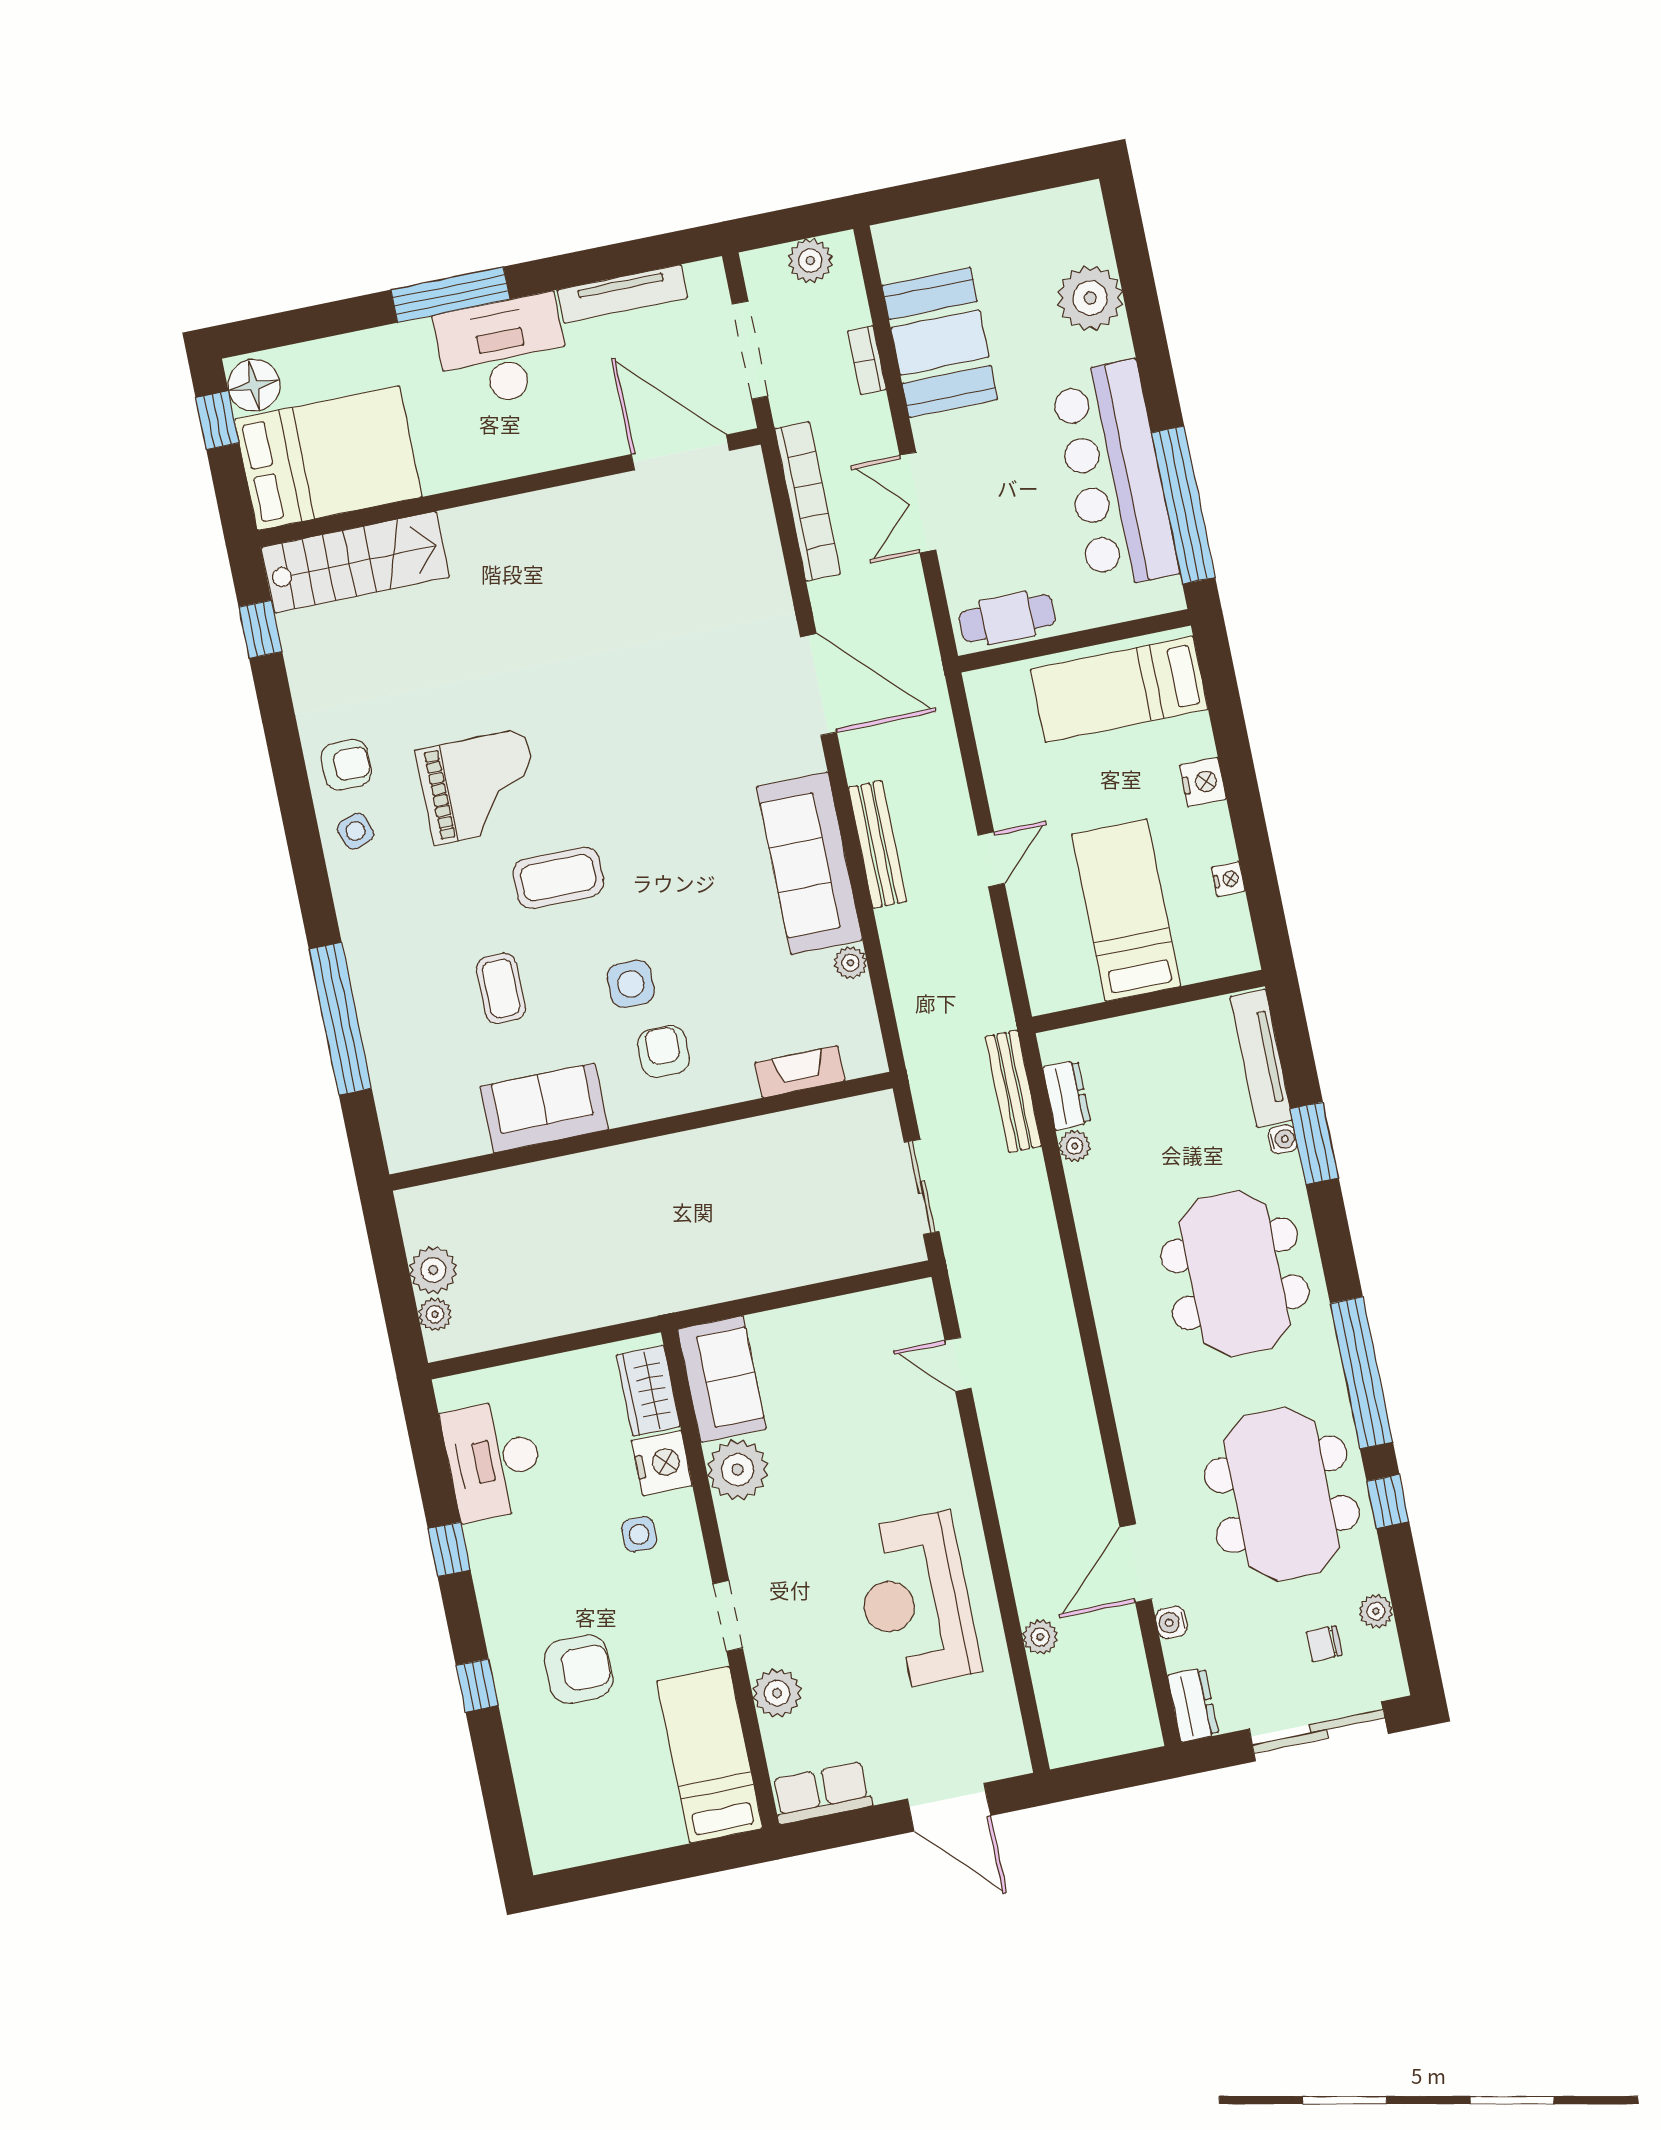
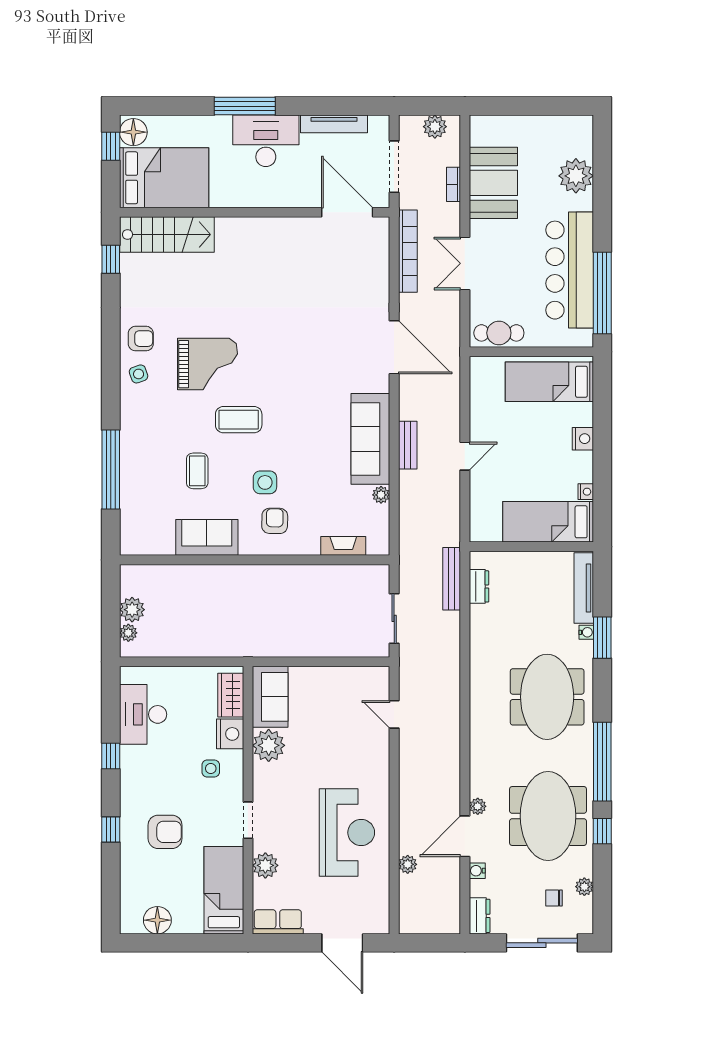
bench: (878, 845) -> (408, 445), width x0.73
bed: (1126, 910) -> (548, 522), moved, turned -90
plant: (1075, 1146) -> (478, 806), moved
reception desk: (916, 1601) -> (347, 833), turned 180
floor lamp: (598, 1835) -> (157, 920), added

